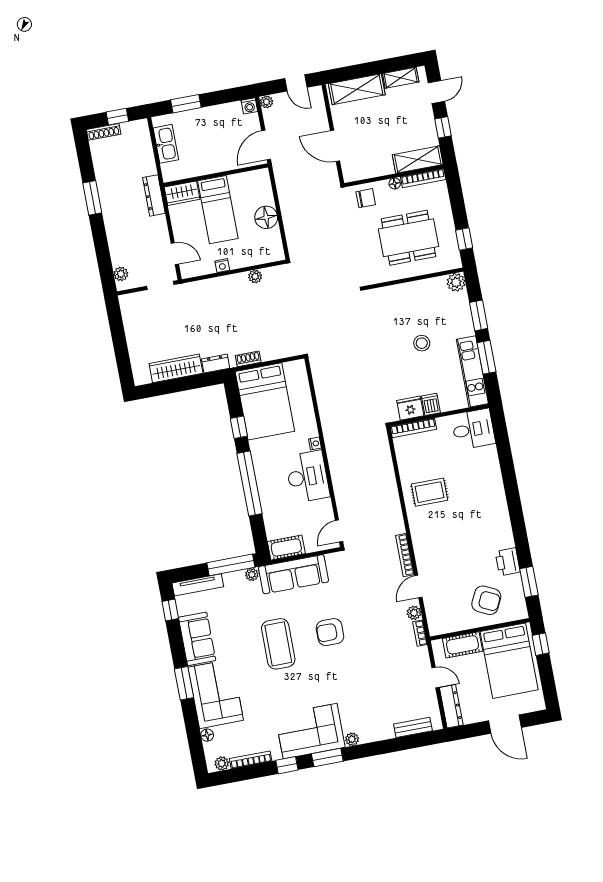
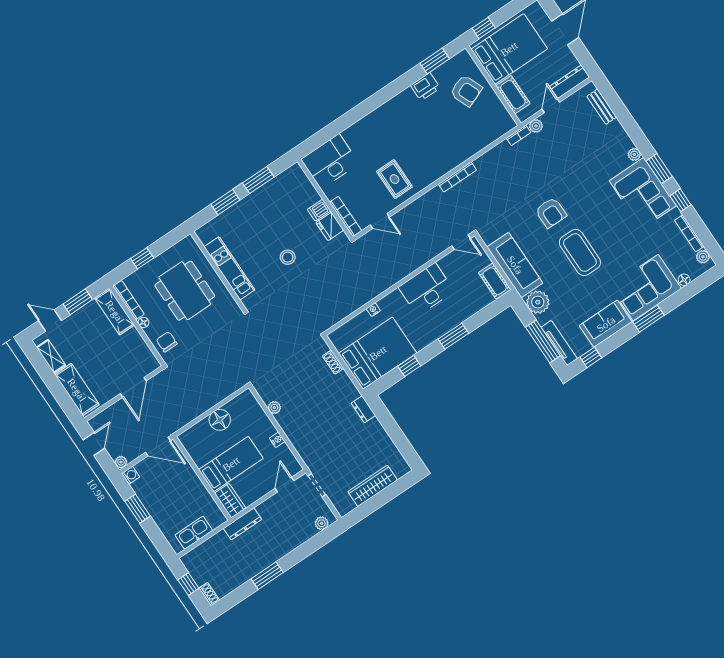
window: (186, 104) -> (138, 509), moved
window: (443, 127) -> (78, 302), width x1.50
shoe rack: (104, 132) -> (209, 594), width x0.70
window: (464, 239) -> (142, 258), moved
plant: (456, 282) -> (205, 234), removed
stool: (422, 343) -> (288, 257), moved
shoe rack: (248, 359) -> (333, 362), moved
wardrobe: (176, 368) -> (373, 486), moved, turned 90
kitchen unit: (472, 371) -> (229, 268), moved, turned -90
desk: (473, 429) -> (330, 161), width x1.37
nightstand: (315, 444) -> (373, 310), moved
window: (250, 483) -> (453, 336), width x0.47
window: (231, 565) -> (543, 341), moved
plant: (252, 575) -> (538, 302), width x1.88, depth x1.88
door: (418, 587) -> (380, 221), moved
armchair: (486, 600) -> (466, 91), turned 132
plant: (414, 613) -> (536, 126), moved
coffee table: (278, 644) -> (580, 253), turned 90

